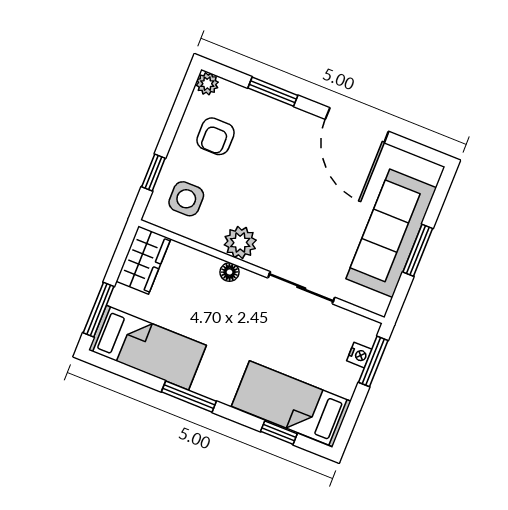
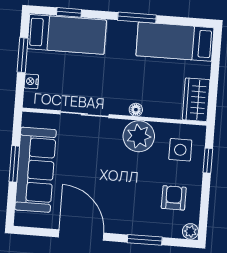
plant: (240, 243) -> (139, 136), width x1.36, depth x1.36
window: (99, 310) -> (216, 57), removed
window: (373, 361) -> (23, 55), moved

